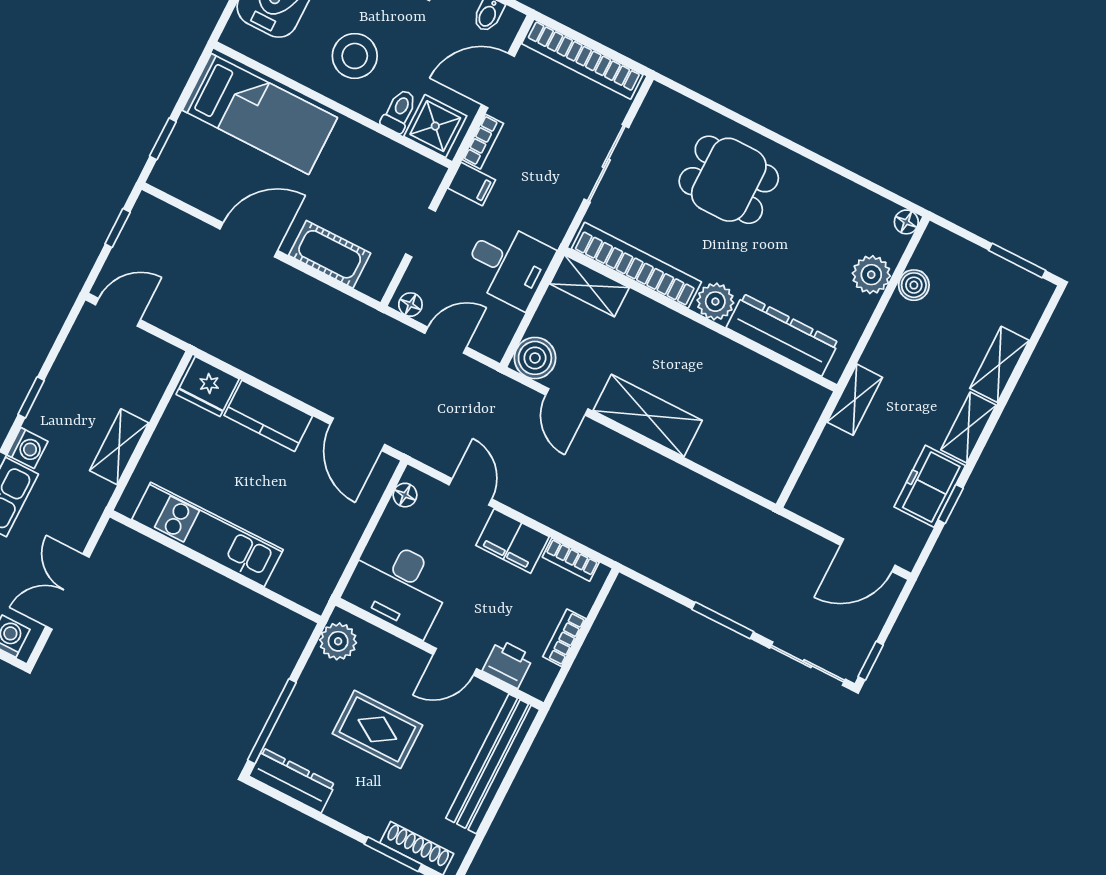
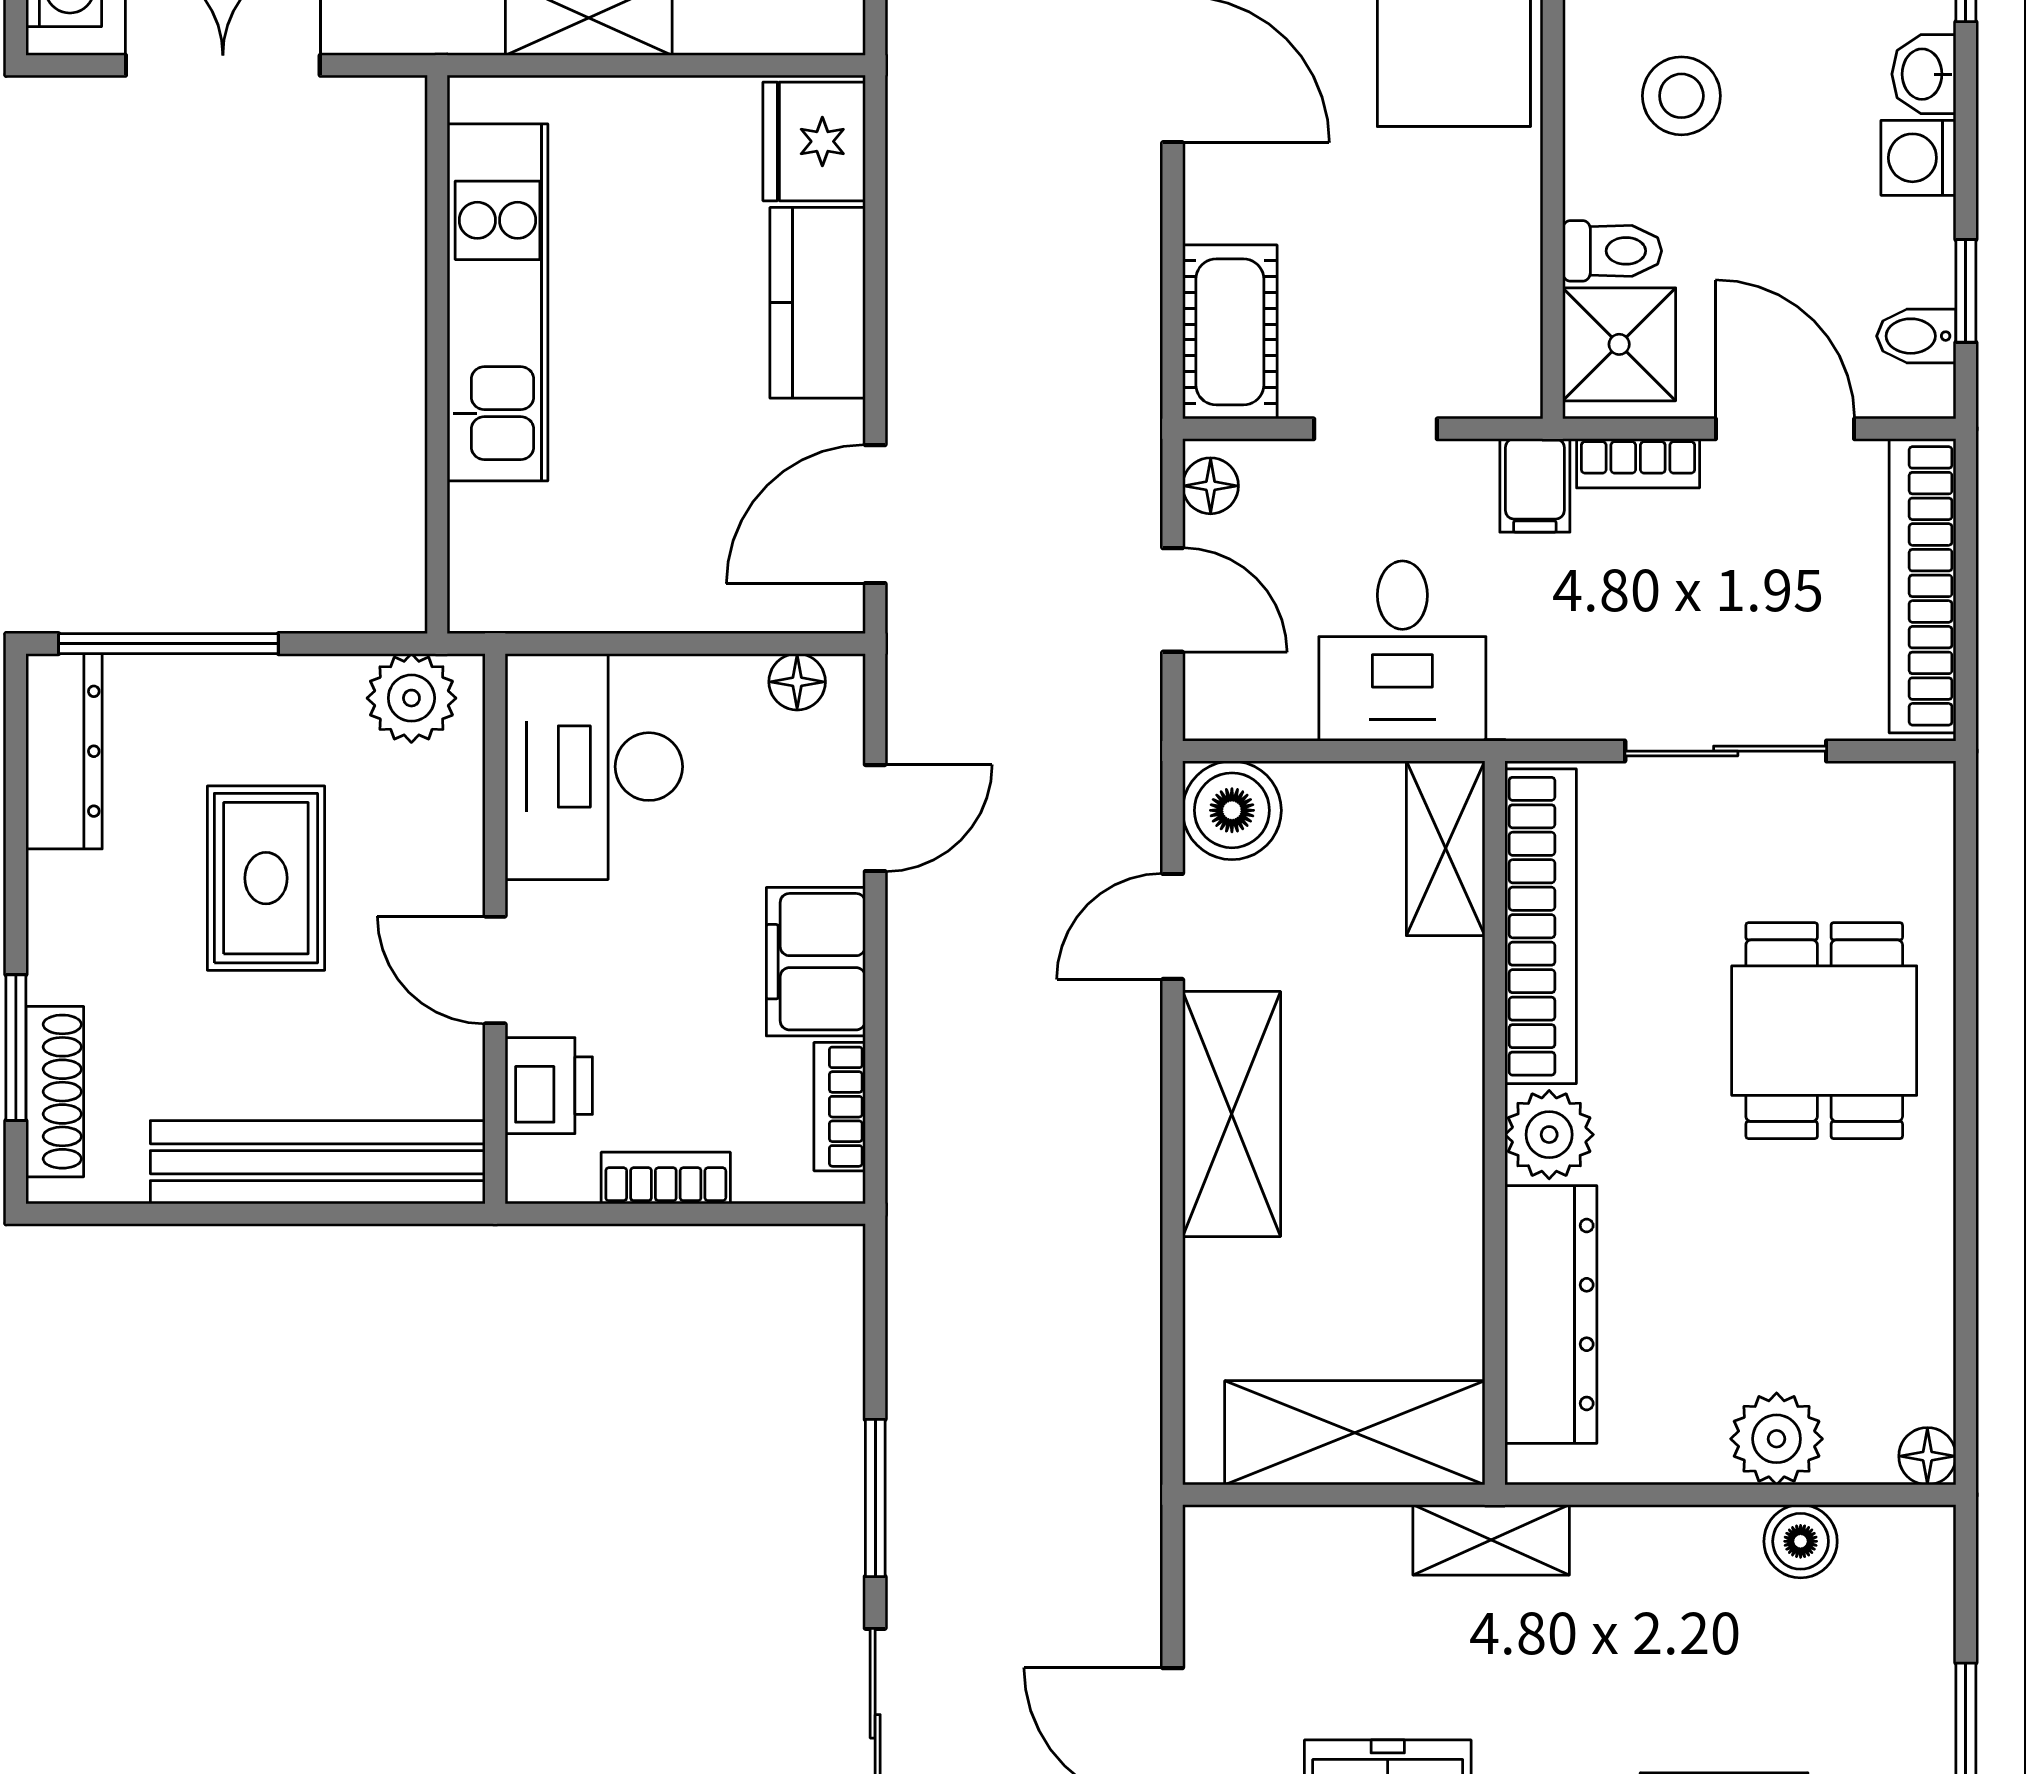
stool: (355, 56) -> (1681, 96), width x0.73, depth x0.73
cot: (330, 254) -> (1230, 332), moved
shelving: (789, 430) -> (1355, 1433), added

